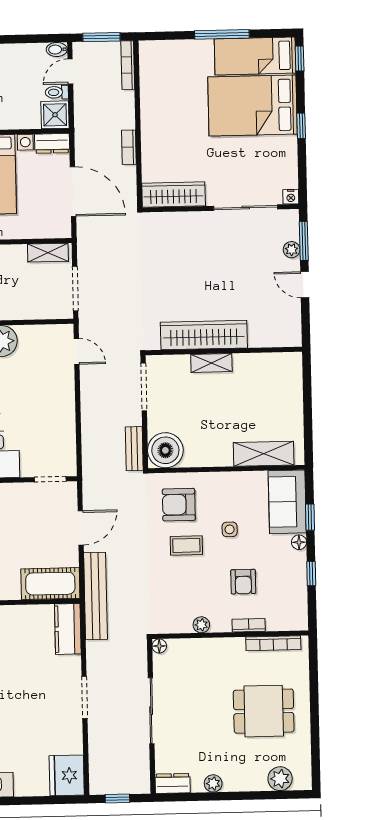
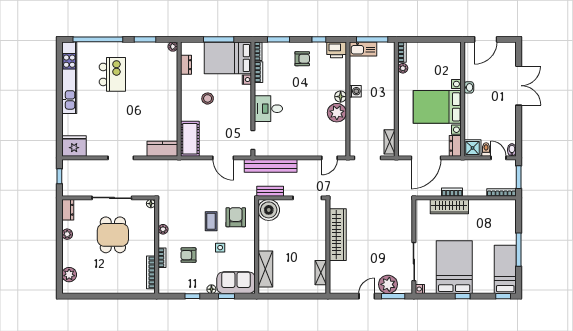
bed: (253, 106) -> (454, 267), moved
wardrobe: (174, 195) -> (449, 207), moved, turned 90
plant: (292, 250) -> (388, 284), width x1.88, depth x1.88
shelving: (211, 363) -> (321, 273), moved
bench: (96, 596) -> (271, 166), moved
dining table: (264, 711) -> (113, 235), moved

